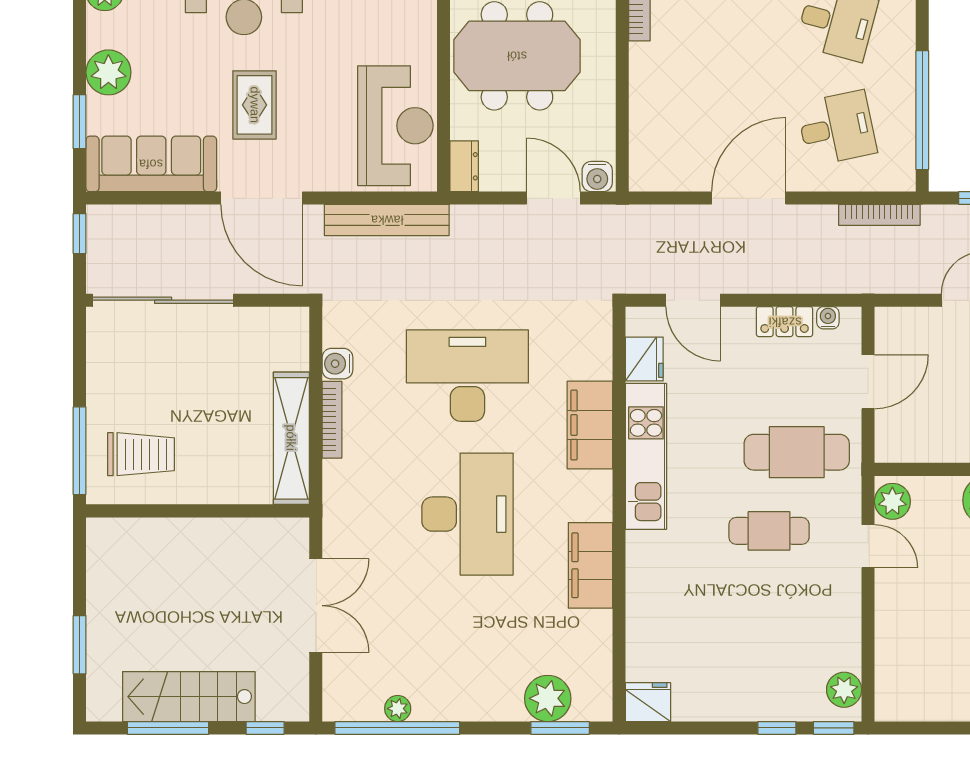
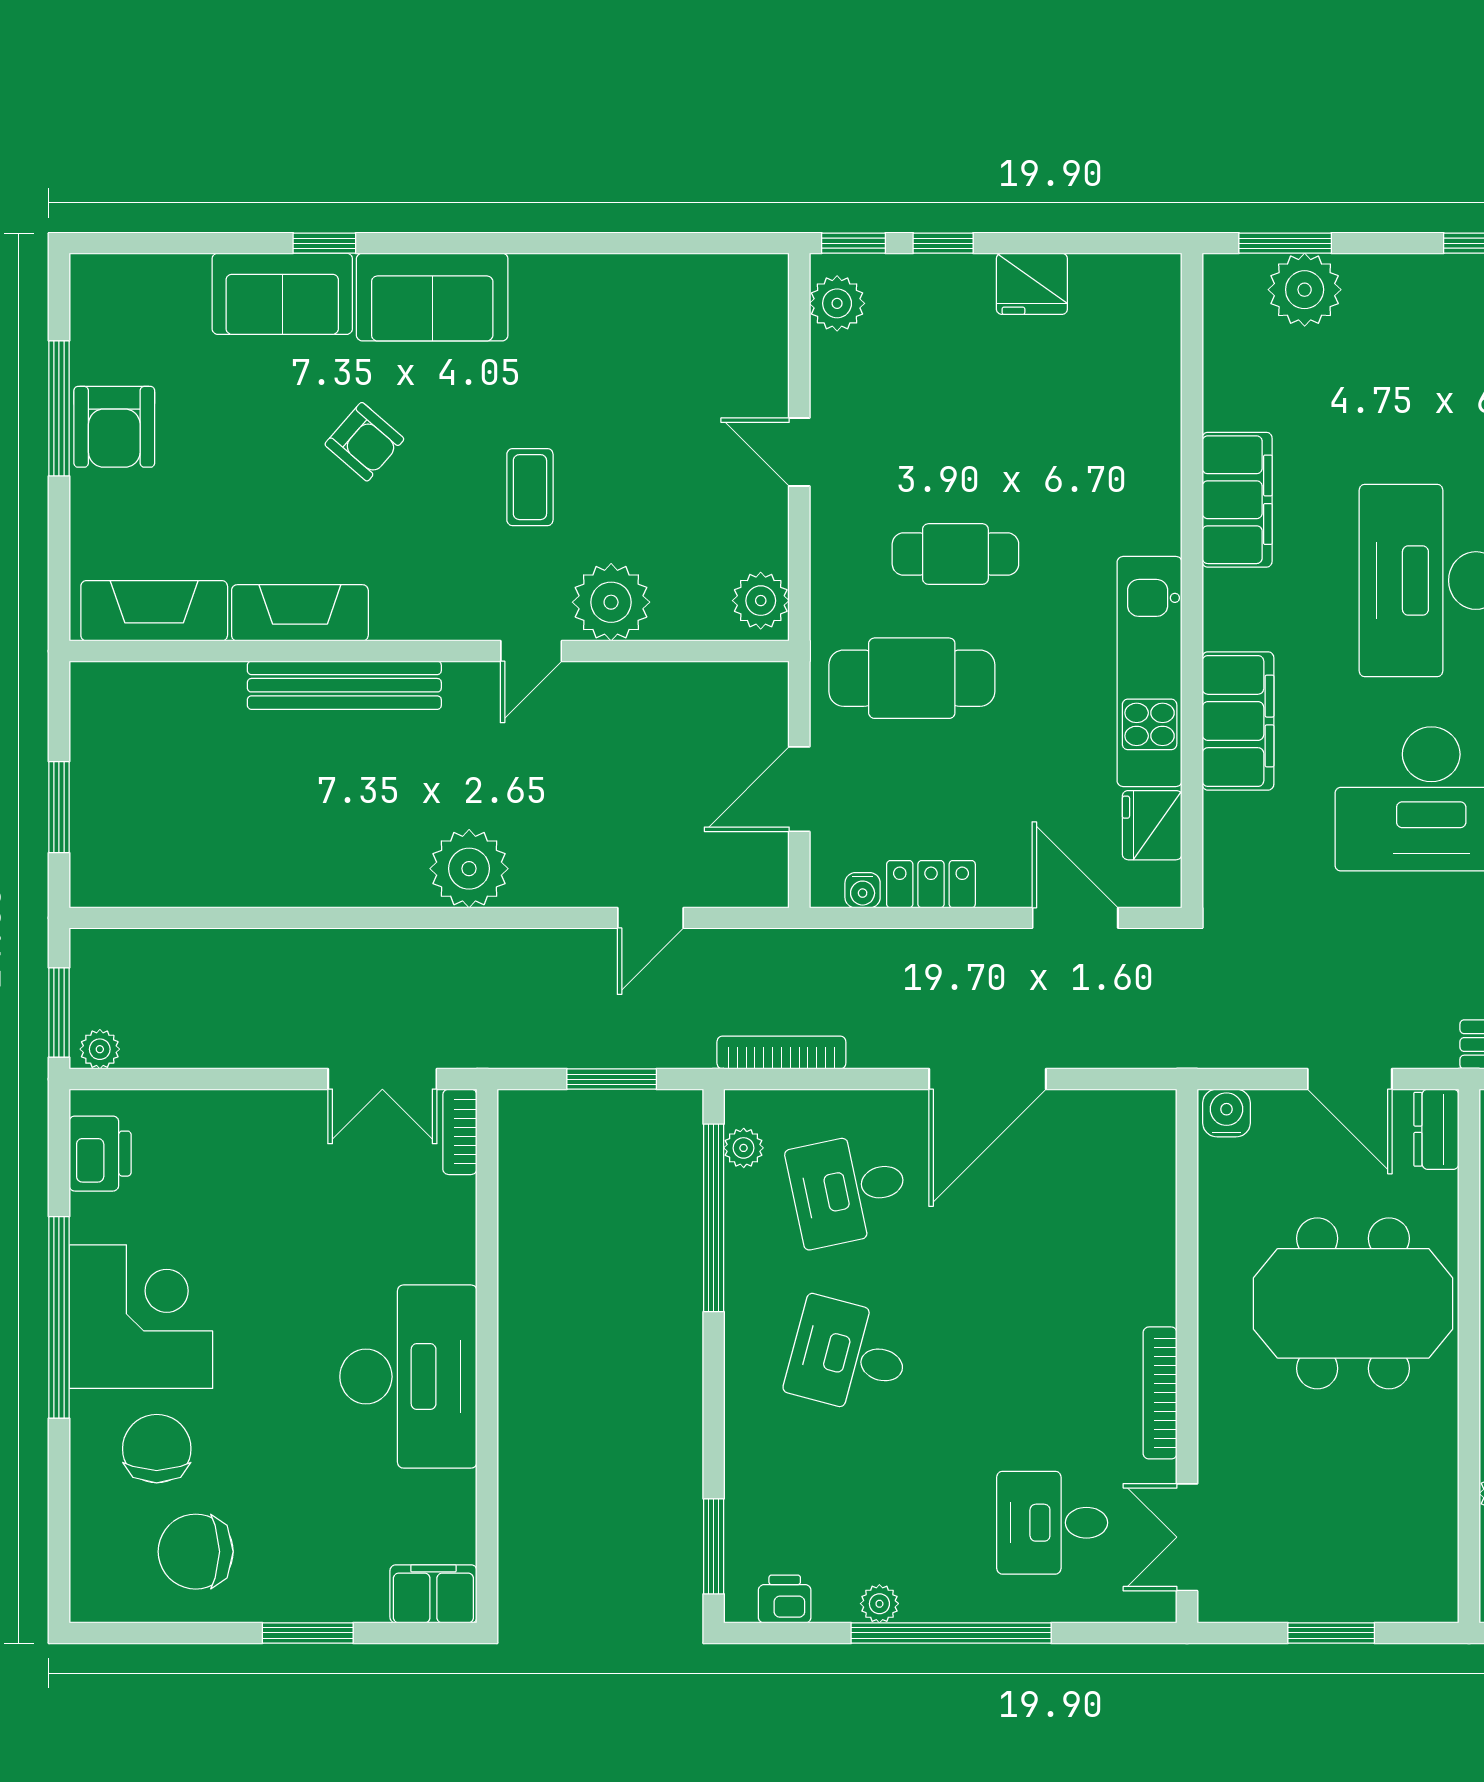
plant: (903, 154) -> (744, 1148), added
door: (553, 198) -> (1350, 1079), moved
door: (868, 546) -> (799, 452), moved
fridge: (648, 702) -> (1032, 284), moved

